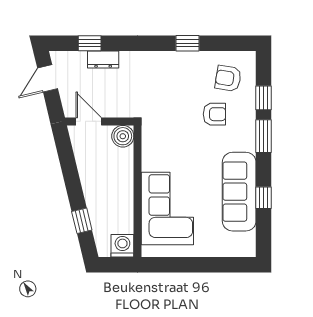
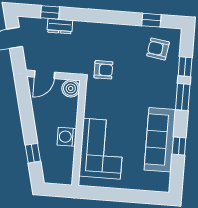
window: (188, 43) -> (151, 20), moved
armchair: (214, 114) -> (103, 70), moved
door: (89, 121) -> (44, 75), swing flipped
washing machine: (122, 246) -> (67, 137), moved, turned -90

